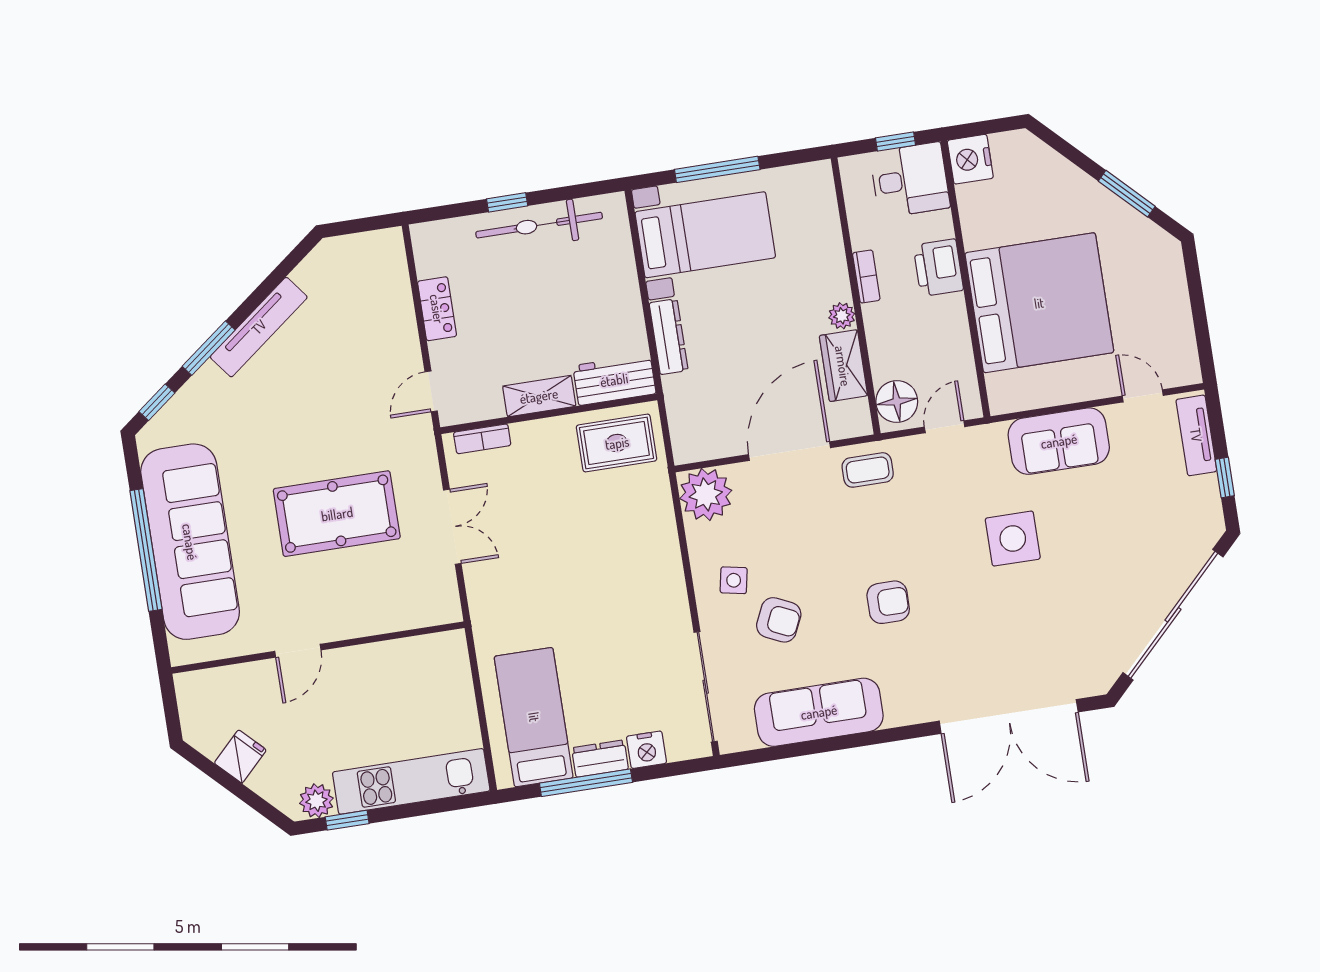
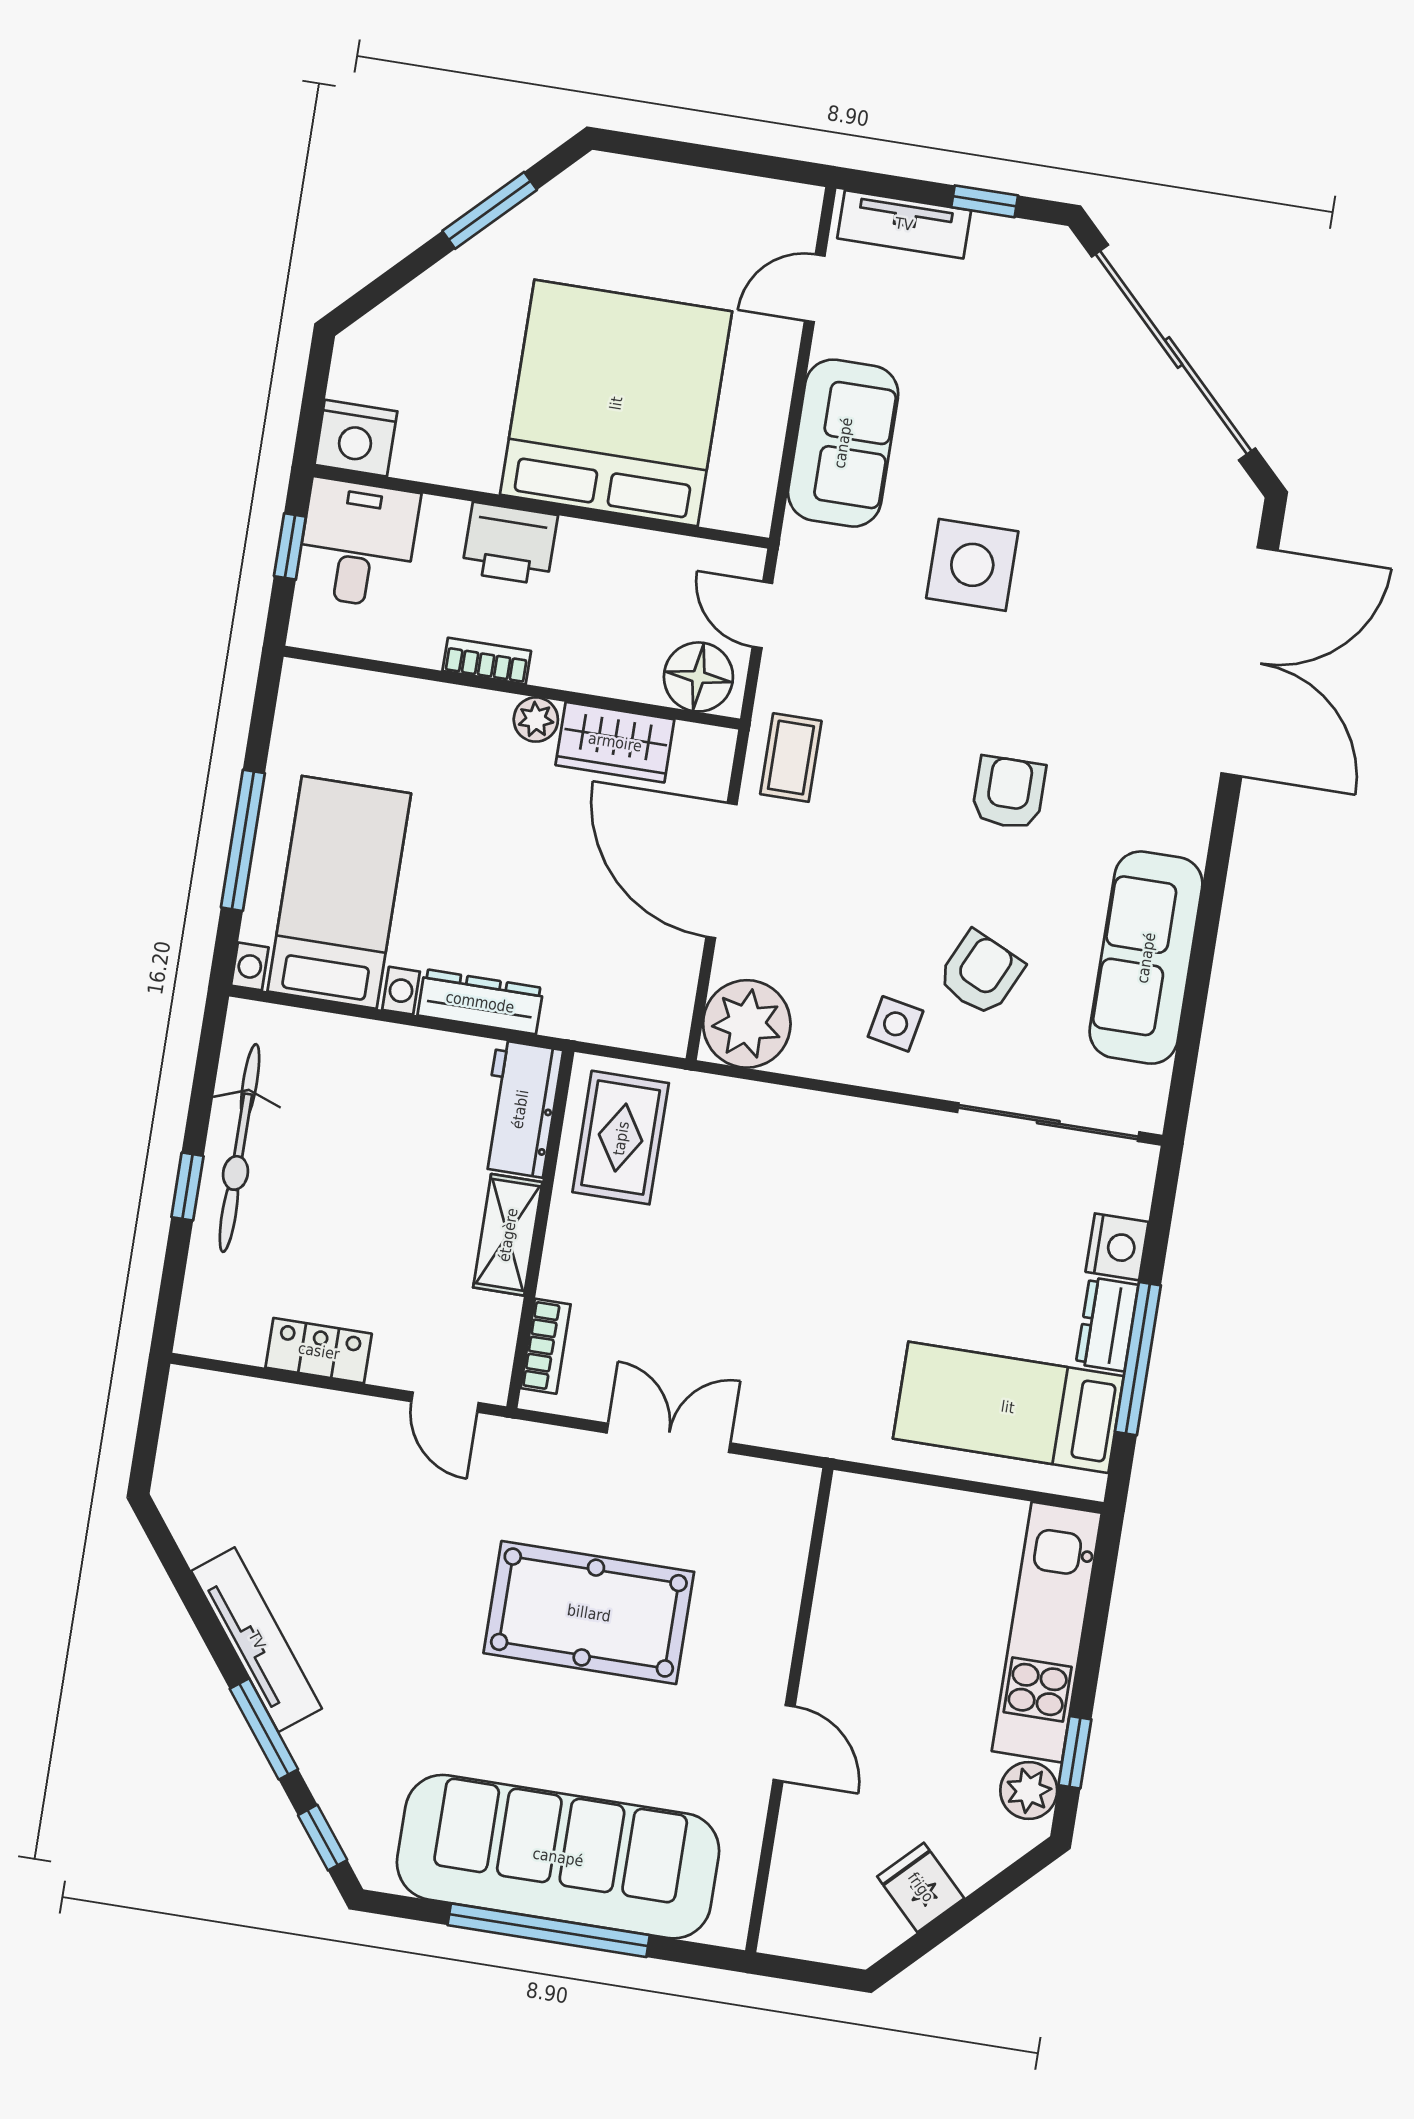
pool table: (337, 514) -> (589, 1613), turned 90

